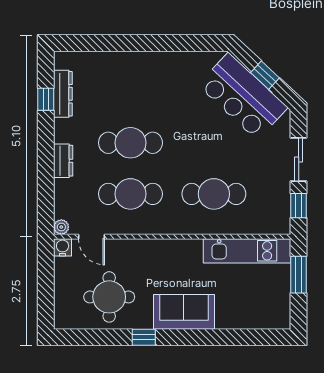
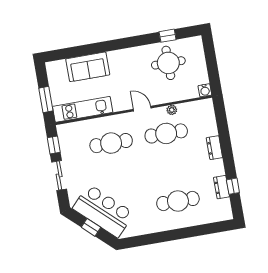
dresser: (63, 94) -> (221, 187), width x0.70
cafe table: (130, 143) -> (178, 201), moved
plant: (61, 227) -> (172, 110), moved
door: (91, 237) -> (142, 109), moved
sofa: (184, 312) -> (88, 67), moved
window: (144, 337) -> (168, 36), moved

